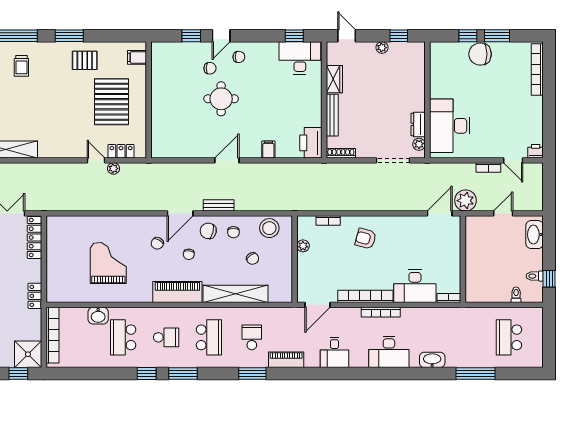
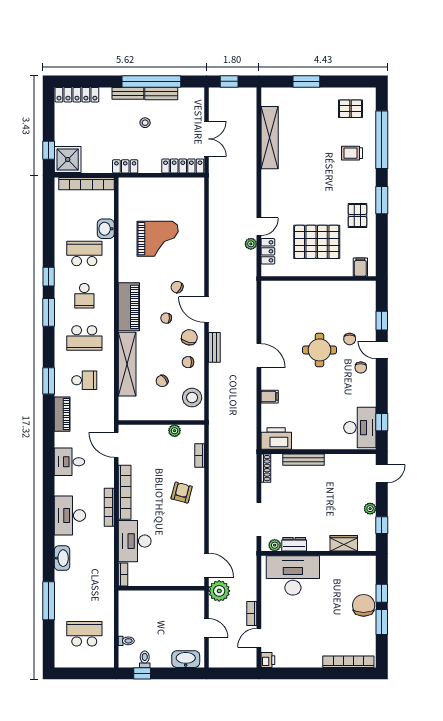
wardrobe: (334, 79) -> (344, 543), moved, turned 180

